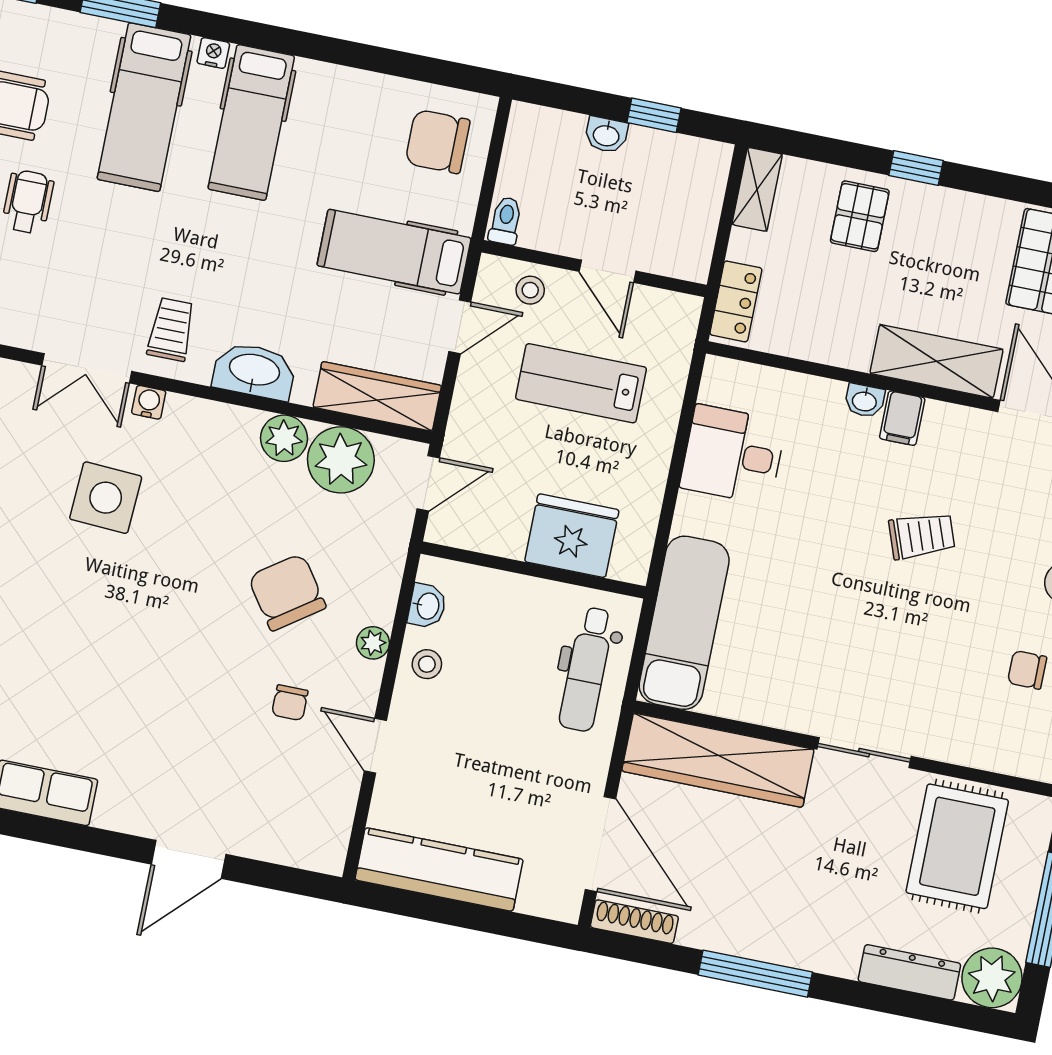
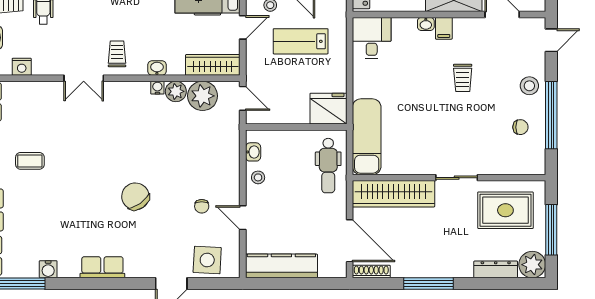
washbasin: (254, 371) -> (157, 68), width x0.52, depth x0.69
water cooler: (149, 402) -> (157, 88), moved
desk: (733, 455) -> (372, 38), moved, turned 90
door: (428, 483) -> (243, 98), hinge flipped
side table: (106, 498) -> (207, 260), moved
fridge: (572, 536) -> (328, 109), moved
trolley: (922, 536) -> (463, 78), turned 110
chair: (287, 592) -> (135, 196), moved
plant: (373, 643) -> (233, 173), removed
chair: (1027, 670) -> (520, 127), turned 180
rug: (957, 846) -> (505, 210), turned 90

